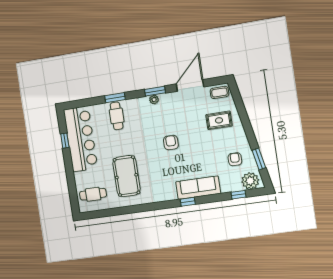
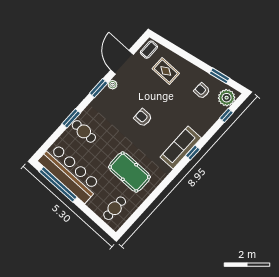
plant: (154, 100) -> (113, 85), moved
rug: (219, 120) -> (166, 71), turned 90
window: (65, 141) -> (58, 184), width x3.17
sofa: (198, 188) -> (181, 148), moved

